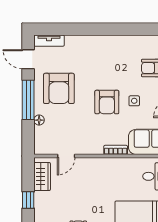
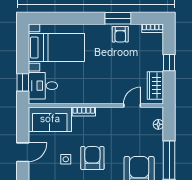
floor lamp: (39, 120) -> (158, 124), moved

